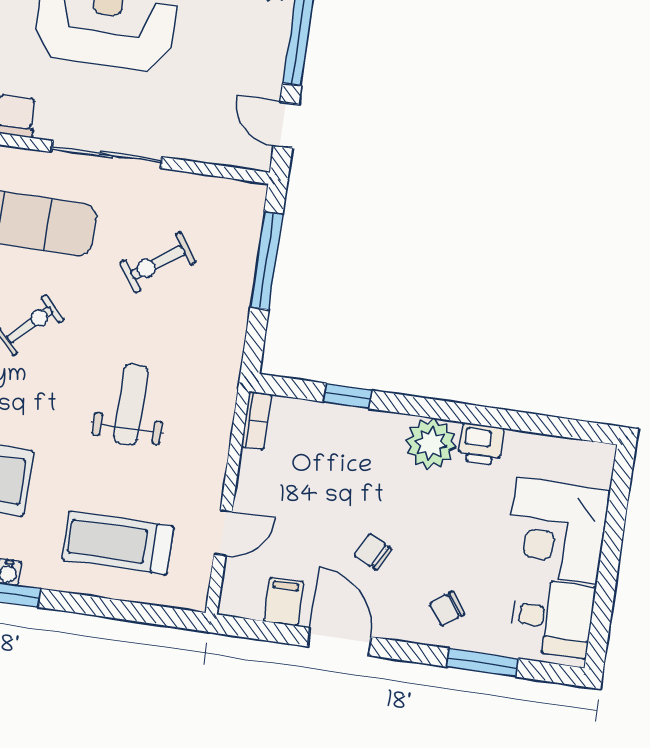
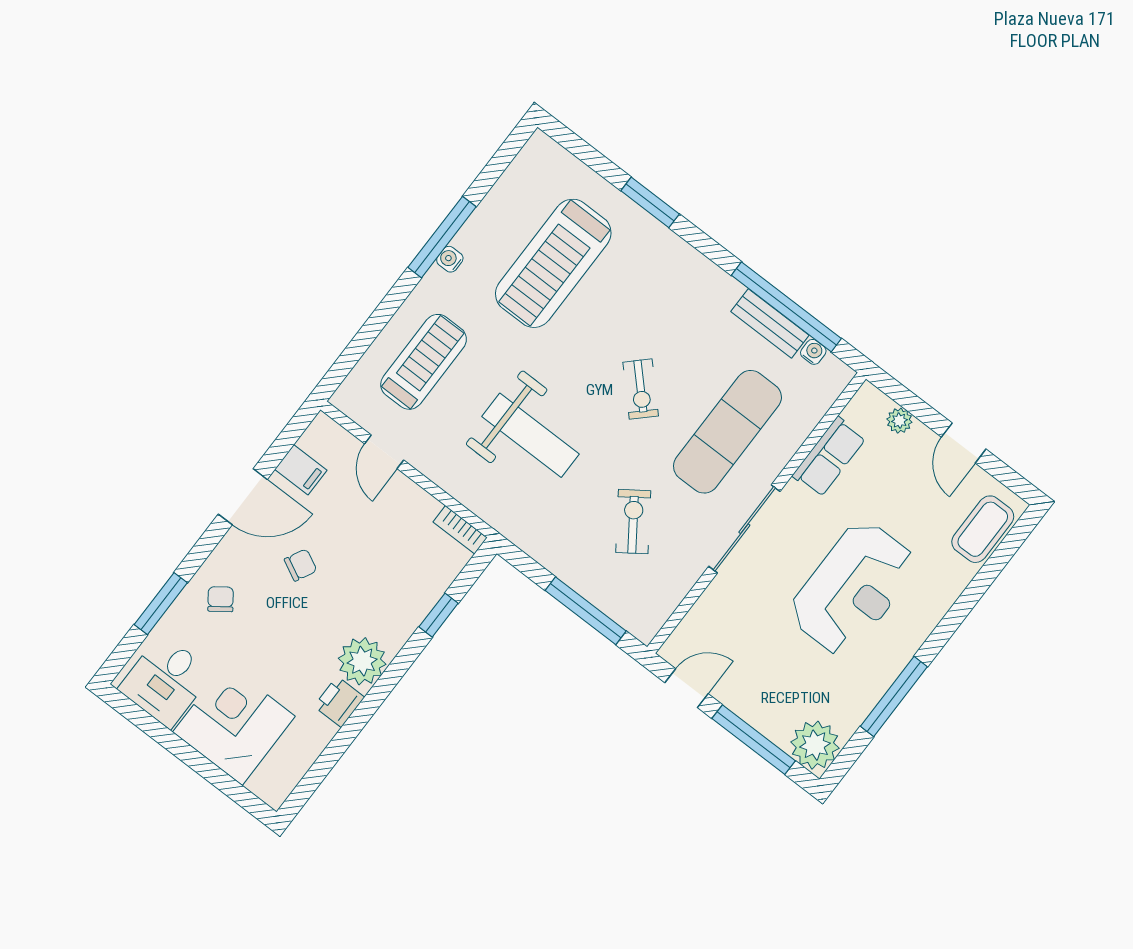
weight bench: (131, 404) -> (530, 435), width x1.36, depth x1.33

